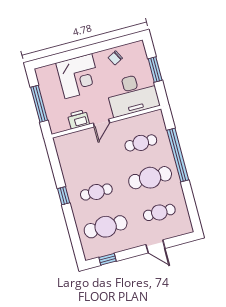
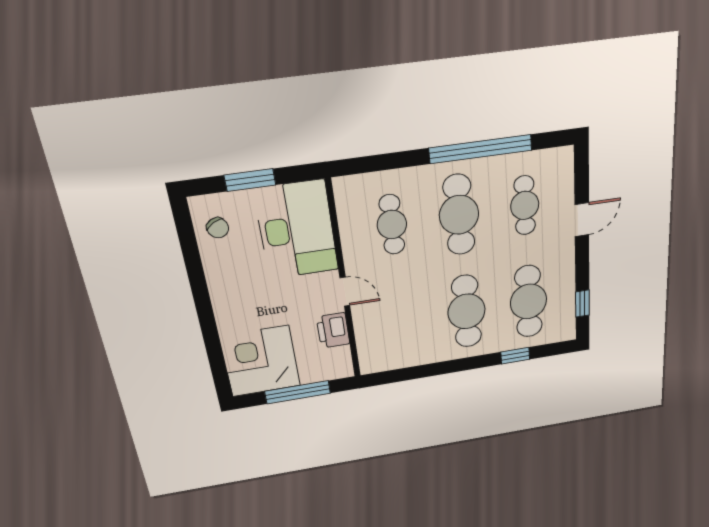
chair: (115, 58) -> (218, 228), moved
corner desk: (78, 76) -> (260, 361), moved, turned -90
window: (178, 155) -> (481, 149), moved
cafe table: (96, 192) -> (467, 311), width x1.37, depth x1.35
window: (64, 196) -> (515, 356), moved

